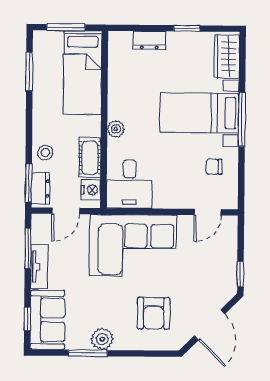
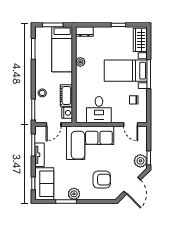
dresser: (149, 40) -> (84, 31), moved
plant: (116, 129) -> (80, 62), moved
desk: (129, 184) -> (99, 110), moved
dresser: (41, 188) -> (40, 112), removed
door: (208, 212) -> (131, 124), hinge flipped
plant: (225, 279) -> (140, 161), added
armchair: (154, 313) -> (102, 180), turned -90

